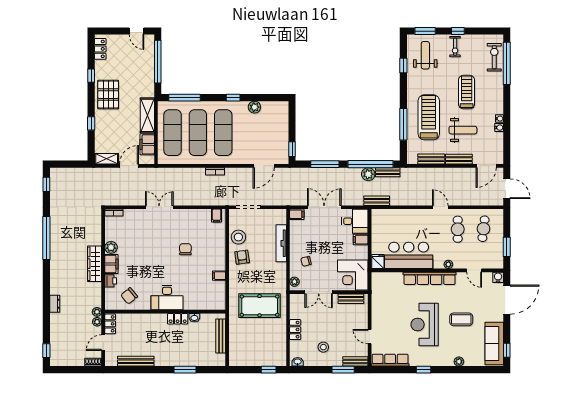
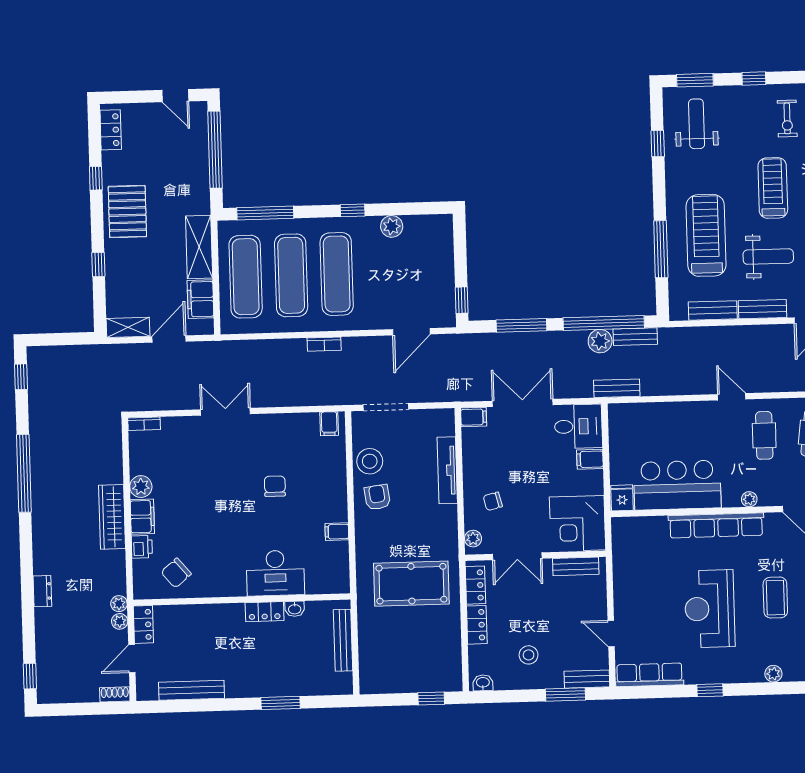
exercise bike: (455, 47) -> (787, 118), moved
desk: (167, 298) -> (275, 573), moved
locker: (295, 308) -> (475, 585), added
coffee table: (461, 319) -> (775, 598), turned 90

